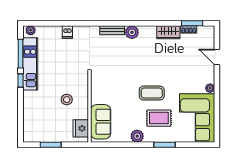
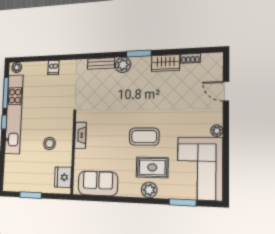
window: (192, 23) -> (139, 54), moved
kitchen unit: (30, 64) -> (14, 114), width x1.36
fireplace: (95, 92) -> (80, 135), added
sofa: (101, 122) -> (98, 183), moved, turned -90
plant: (137, 136) -> (149, 190), moved
window: (165, 145) -> (183, 202), moved

